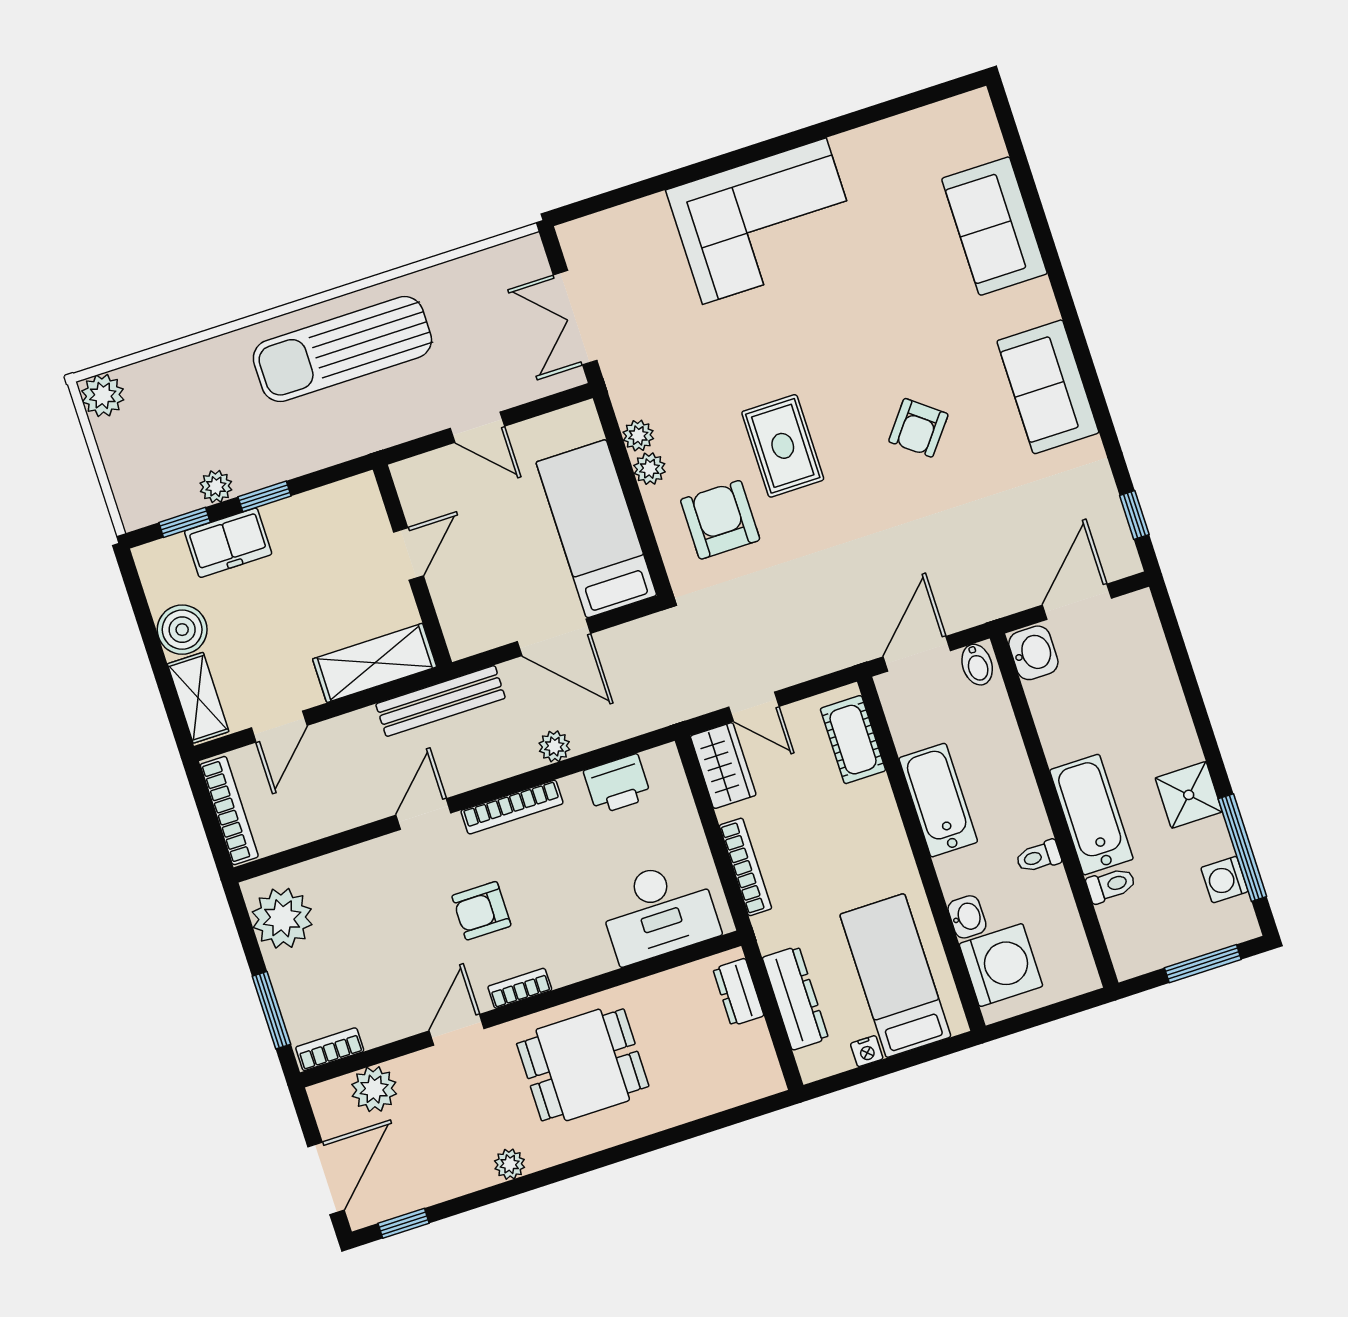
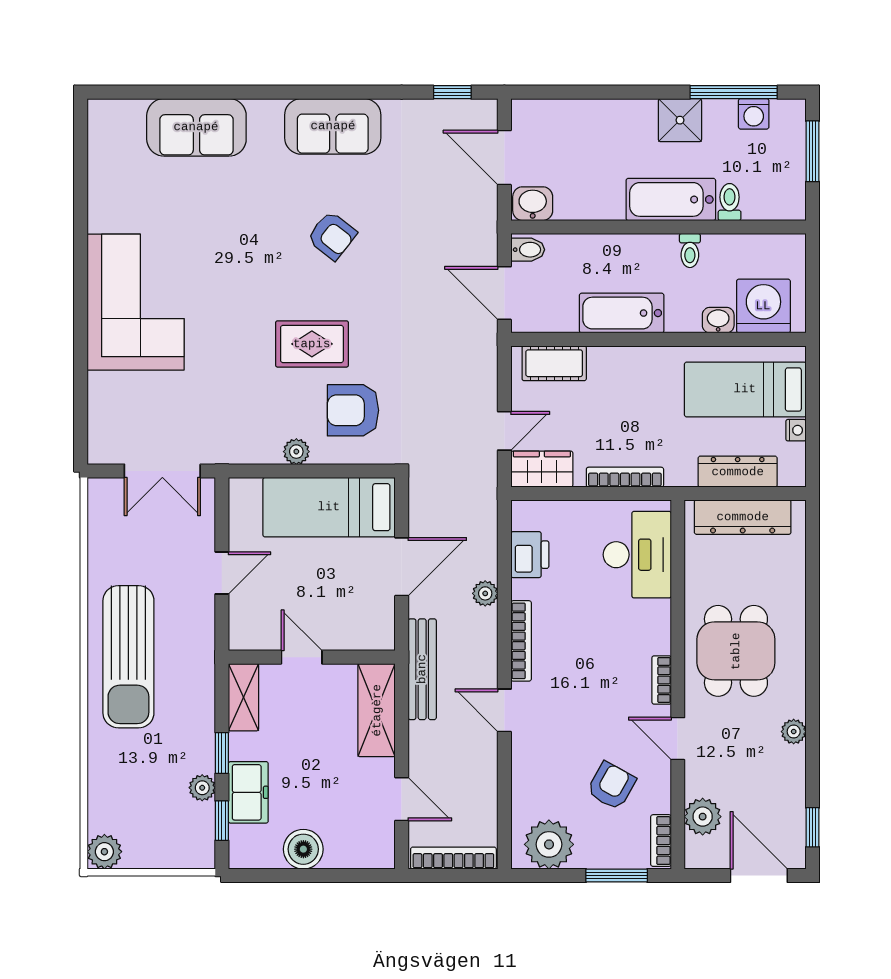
plant: (638, 435) -> (268, 452), removed
shelving: (198, 698) -> (243, 697), moved, turned 90
armchair: (481, 911) -> (611, 786), moved, turned -151
dresser: (738, 992) -> (743, 517), width x1.96, depth x1.24

